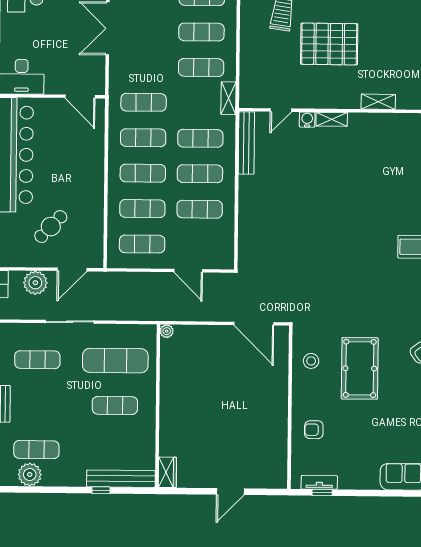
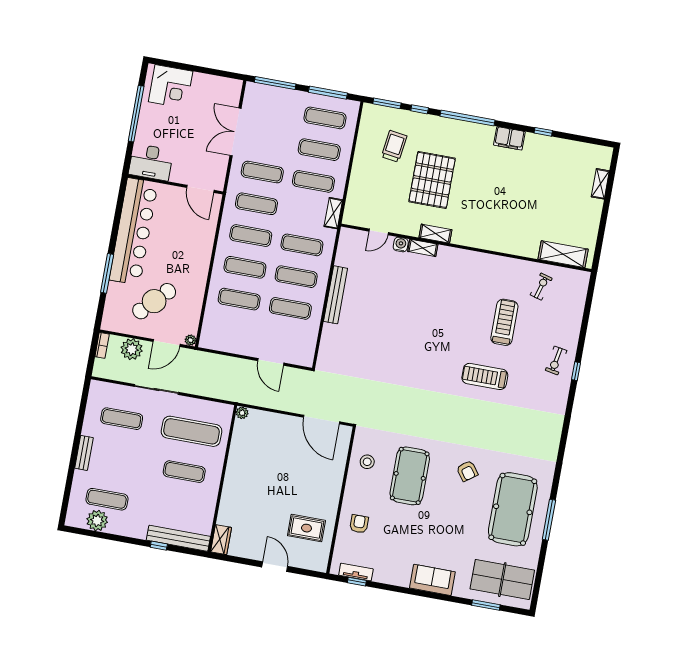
pallet: (329, 44) -> (432, 180), turned 90
shelving: (378, 102) -> (435, 234), moved
bench: (246, 143) -> (336, 295), moved
cafe table: (51, 227) -> (154, 301), width x1.37, depth x1.35
exercise mat: (142, 244) -> (262, 172), moved
plant: (97, 262) -> (190, 340), added
armchair: (314, 430) -> (359, 524), turned 90
rug: (258, 444) -> (306, 528), added
door: (230, 492) -> (275, 567), swing flipped

